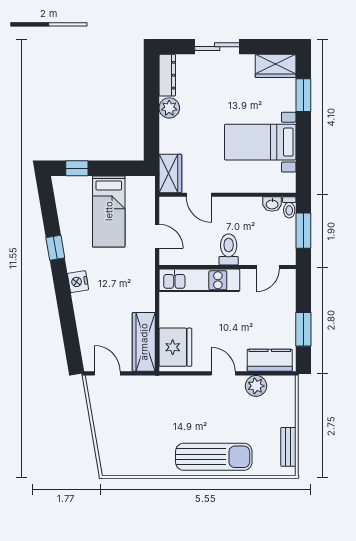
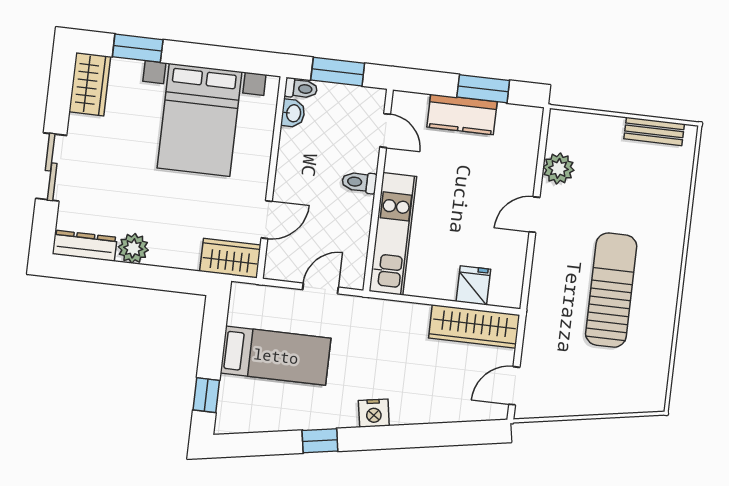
bed with nightstands: (260, 142) -> (199, 120), width x1.36
toilet: (229, 249) -> (359, 182), width x0.73, depth x0.72
fridge: (175, 347) -> (473, 285), width x0.53, depth x0.75
kitchen counter: (270, 360) -> (462, 114), moved, turned -90
sun lounger: (214, 457) -> (611, 290), moved

